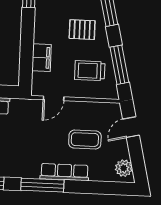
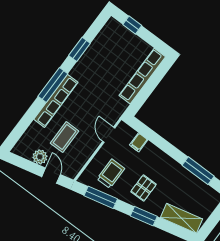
filing cabinet: (42, 58) -> (139, 142), width x0.50
plant: (124, 168) -> (40, 157), moved
row of seats: (64, 172) -> (56, 101), width x1.36

